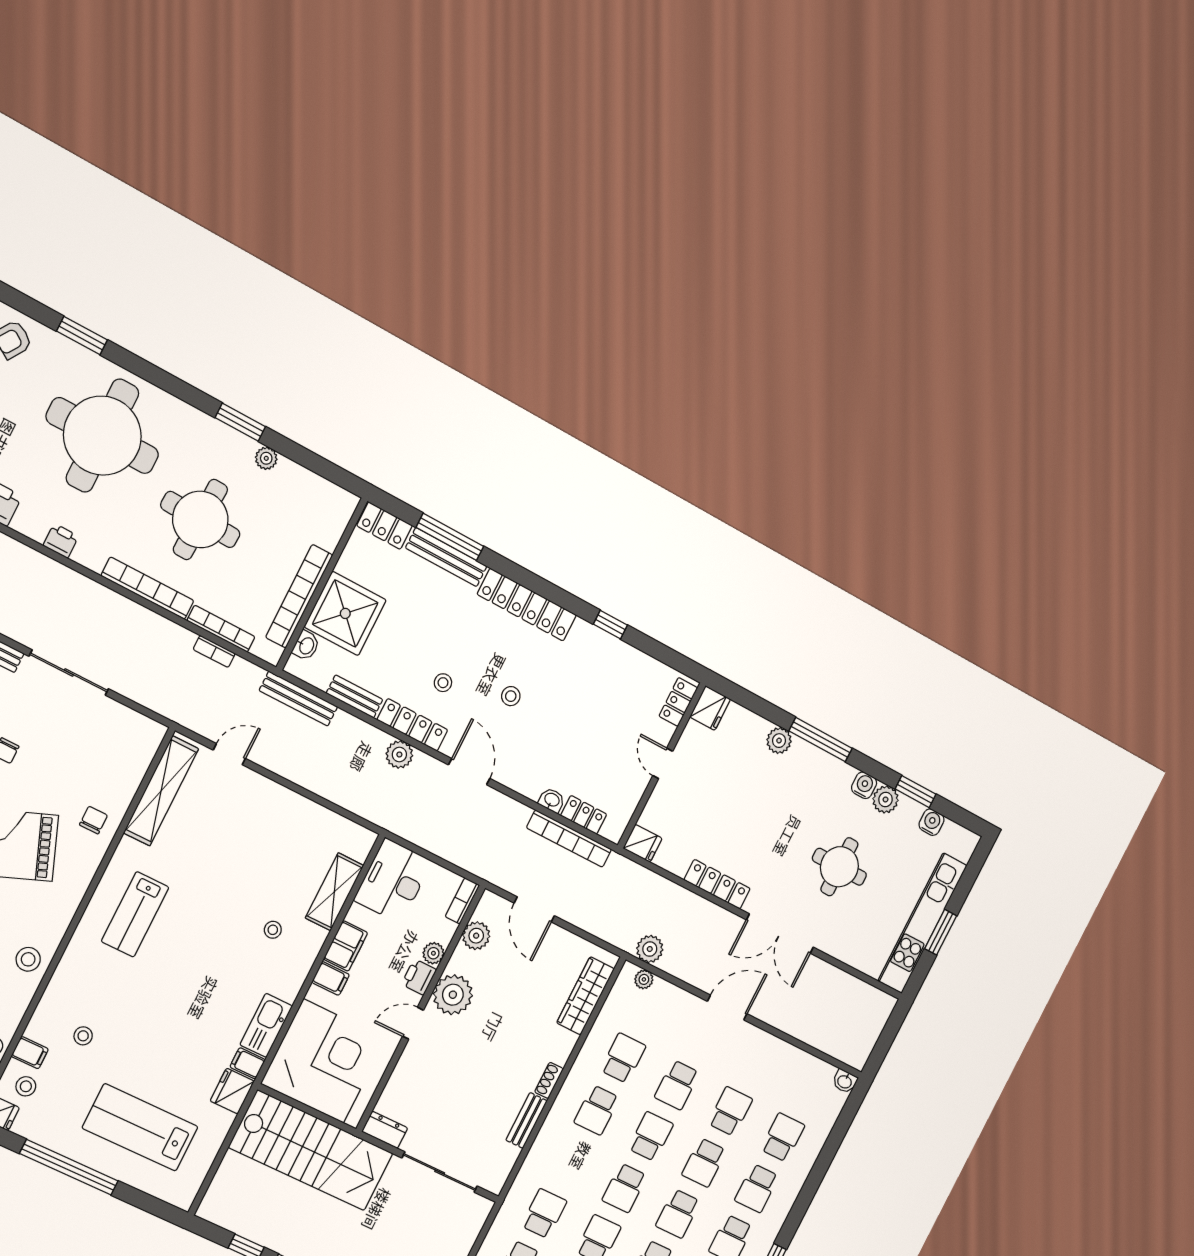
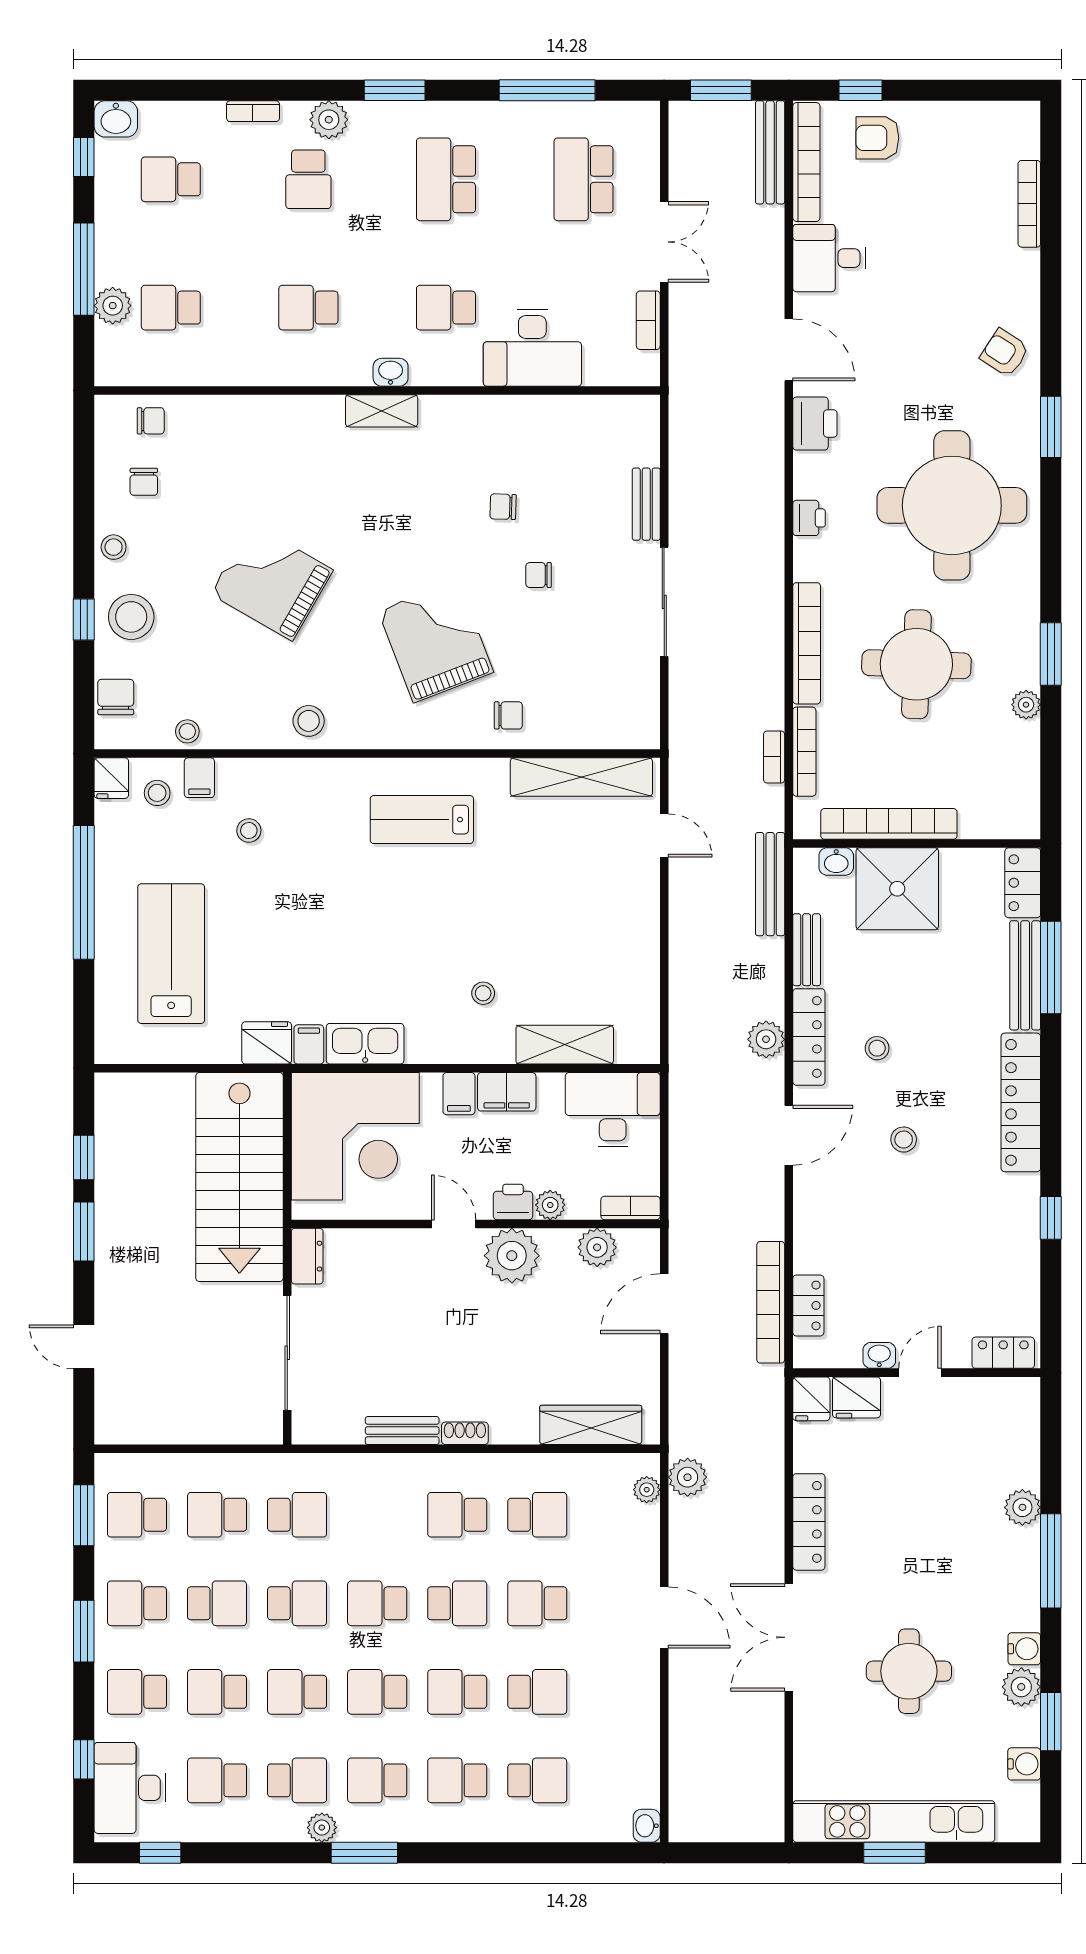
fridge: (710, 708) -> (856, 1397), moved
washbasin: (552, 800) -> (879, 1355), moved, turned -90

